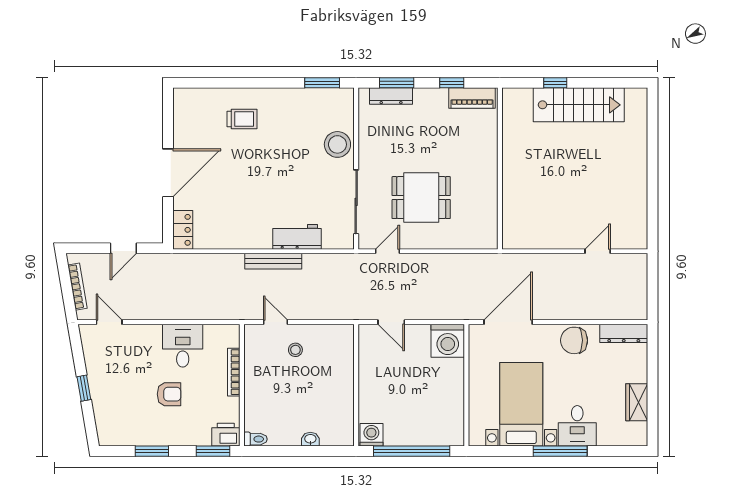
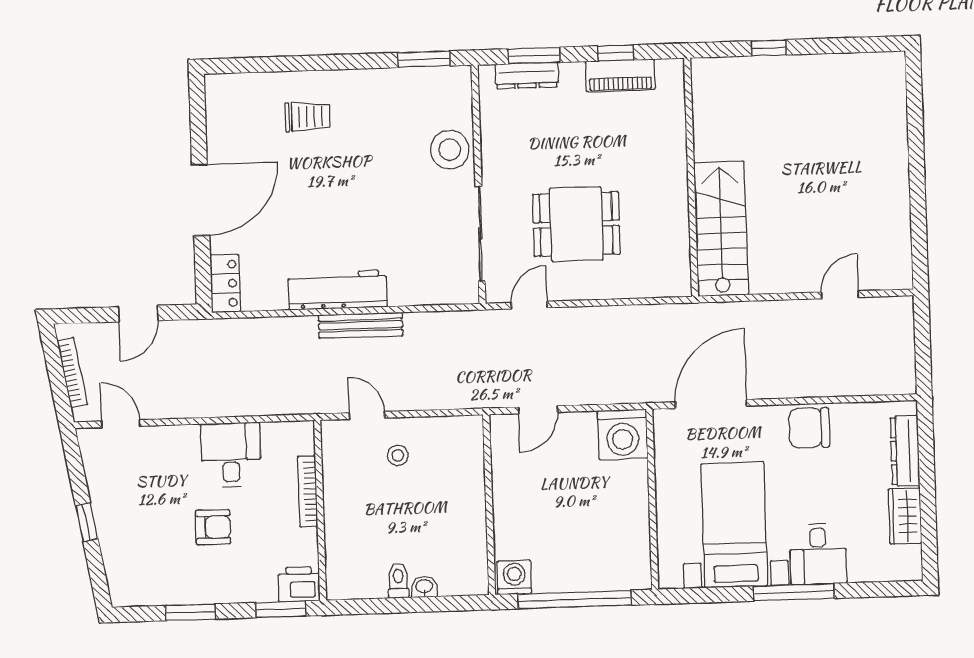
piano: (472, 98) -> (620, 75), moved
stairs: (579, 105) -> (721, 229), moved, turned -90
workbench: (297, 237) -> (338, 290), moved, width x1.38
door: (391, 322) -> (538, 410), hinge flipped
dresser: (624, 333) -> (905, 451), moved, turned 90
toilet: (255, 439) -> (398, 581), moved, turned -90

